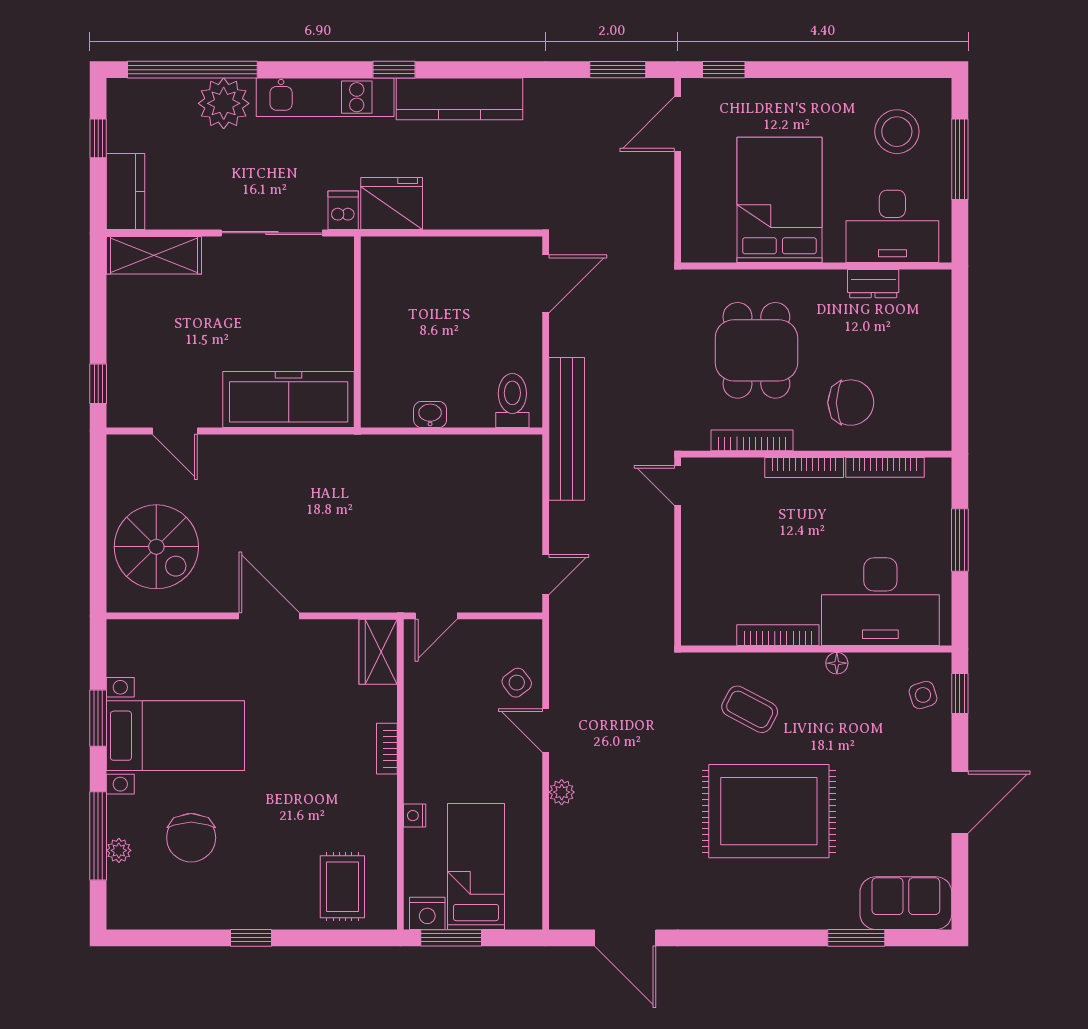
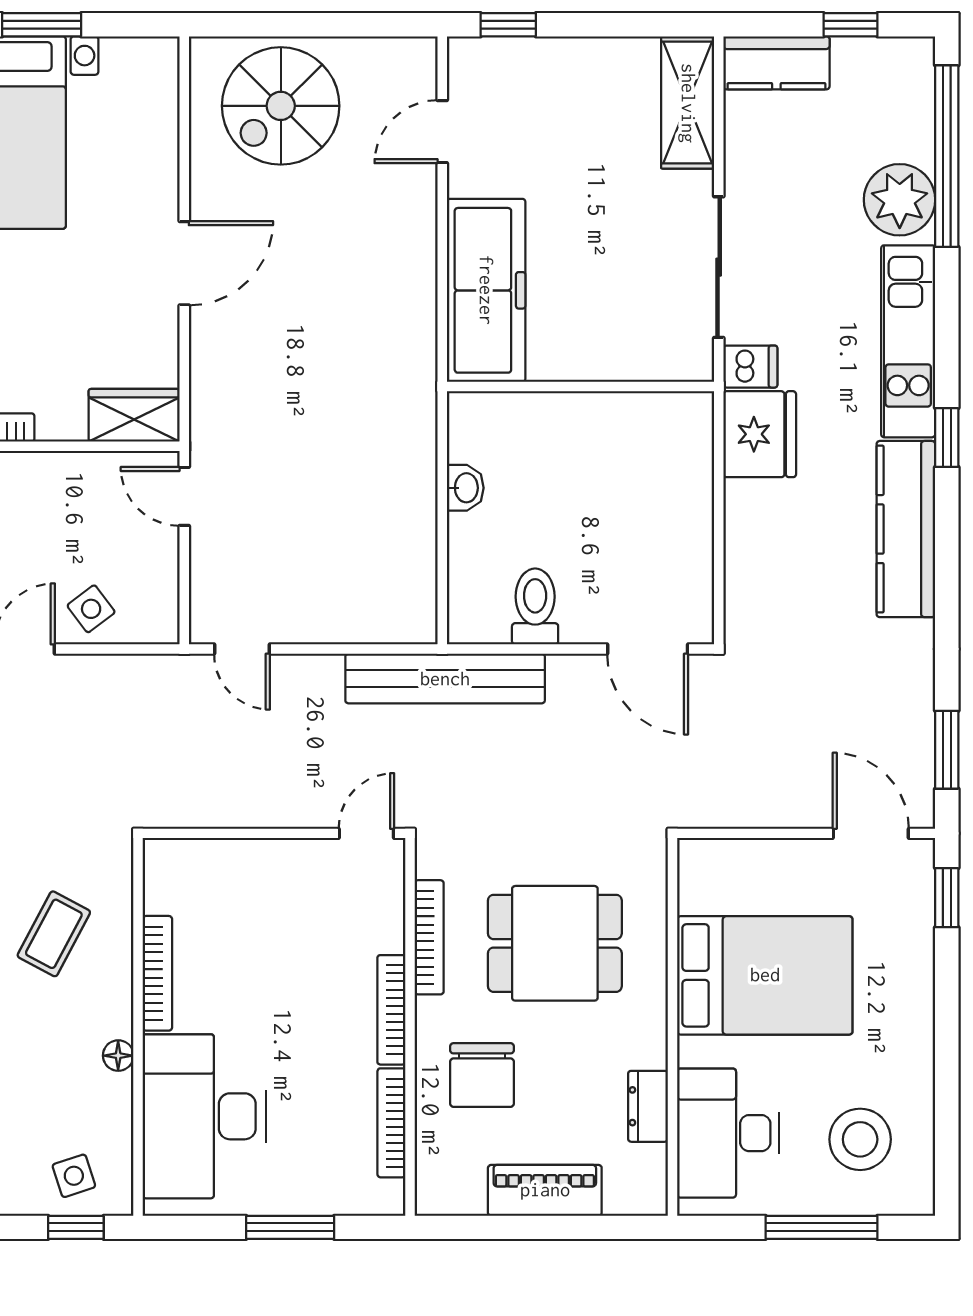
piano: (933, 358) -> (545, 1190), added
toilet: (512, 401) -> (535, 606), moved, turned -90

